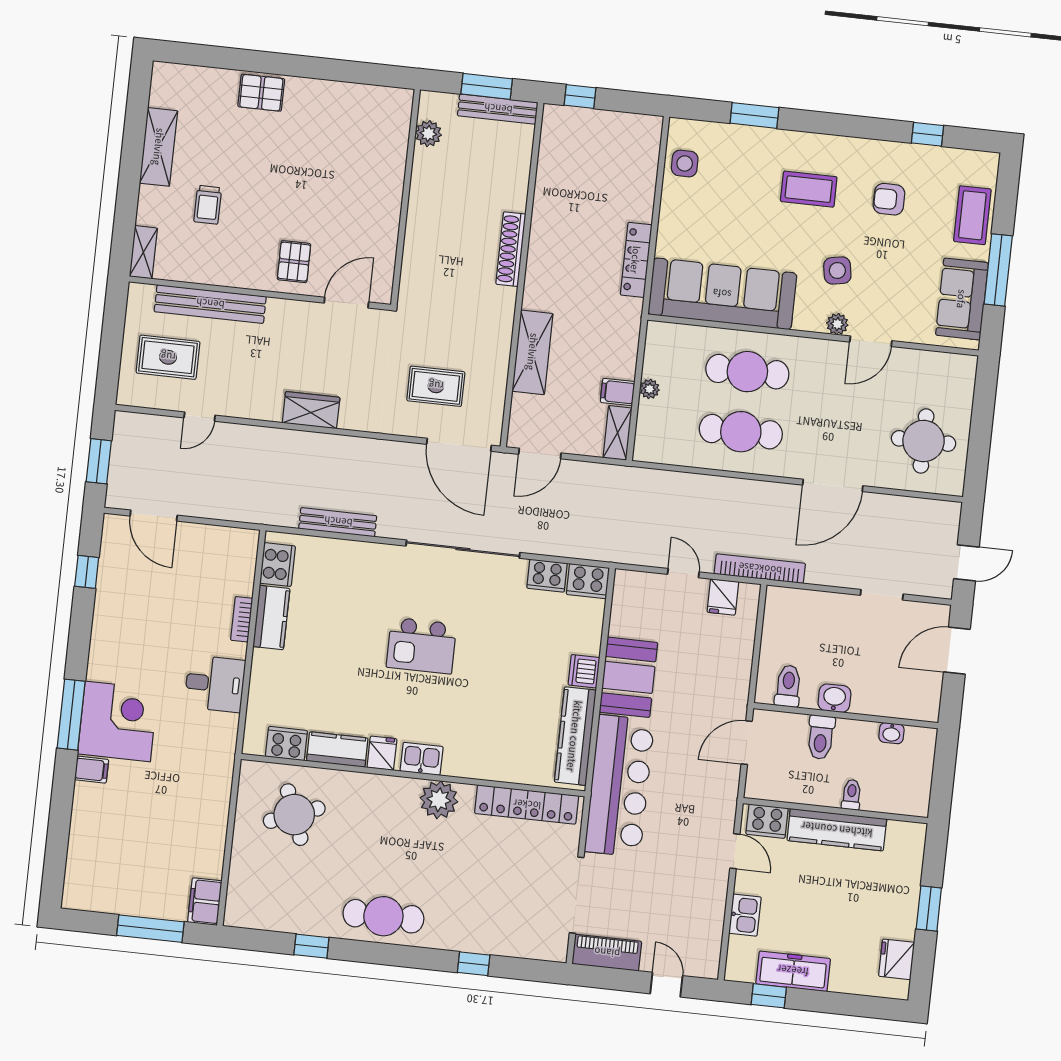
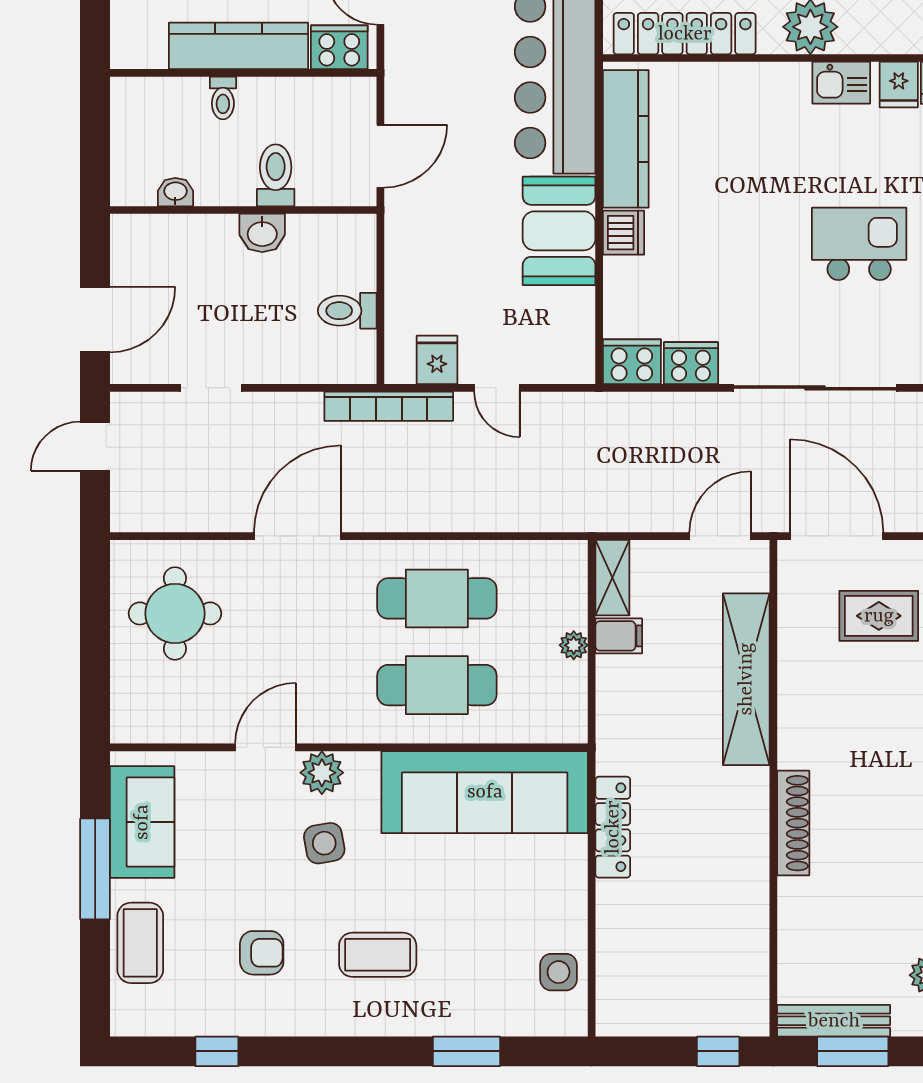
plant: (837, 324) -> (322, 773), width x1.38, depth x1.38
shelving: (533, 352) -> (746, 679), width x1.47
toilet: (788, 686) -> (347, 311), moved, turned 90

